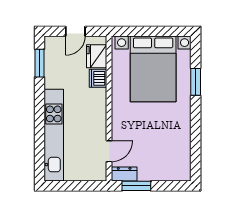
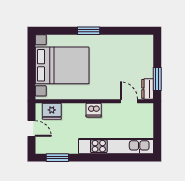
dishwasher: (98, 78) -> (94, 110), moved
window: (196, 82) -> (89, 31), moved

